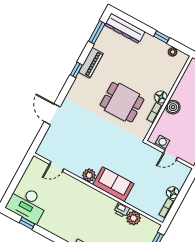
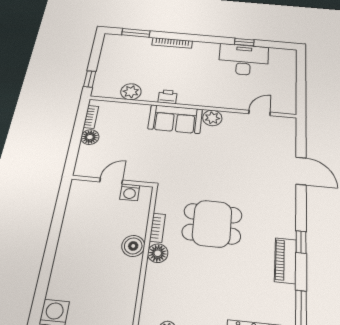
desk: (27, 204) -> (244, 60), moved
printer: (122, 210) -> (168, 97), moved
window: (27, 223) -> (244, 42), moved

